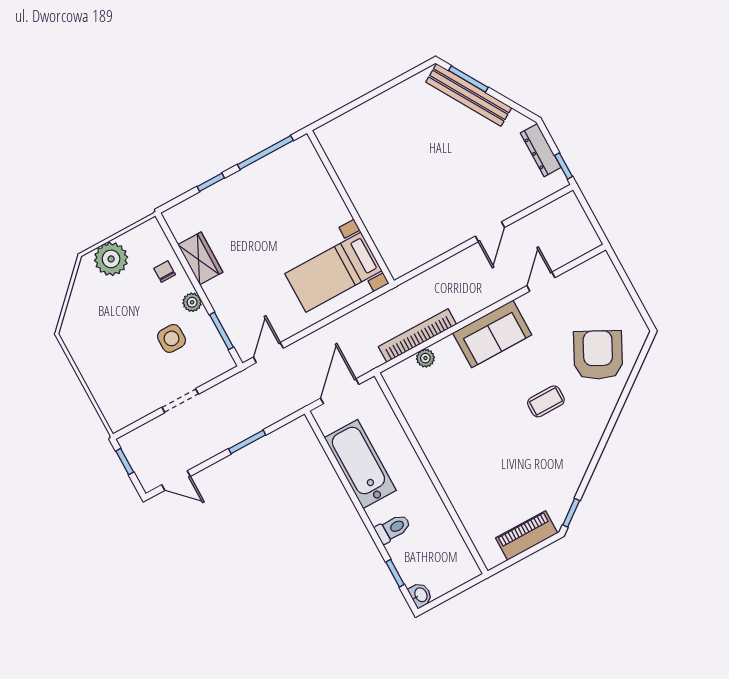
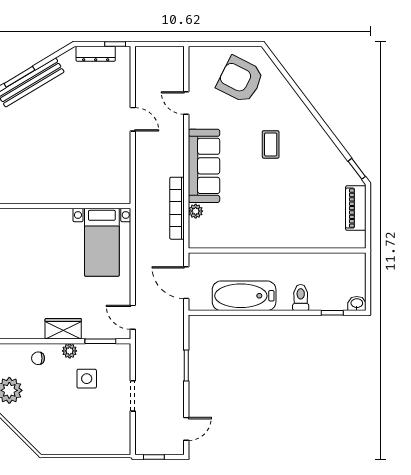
wardrobe: (200, 258) -> (63, 329), moved
sofa: (492, 334) -> (204, 166), width x1.36
armchair: (598, 355) -> (240, 80), moved

